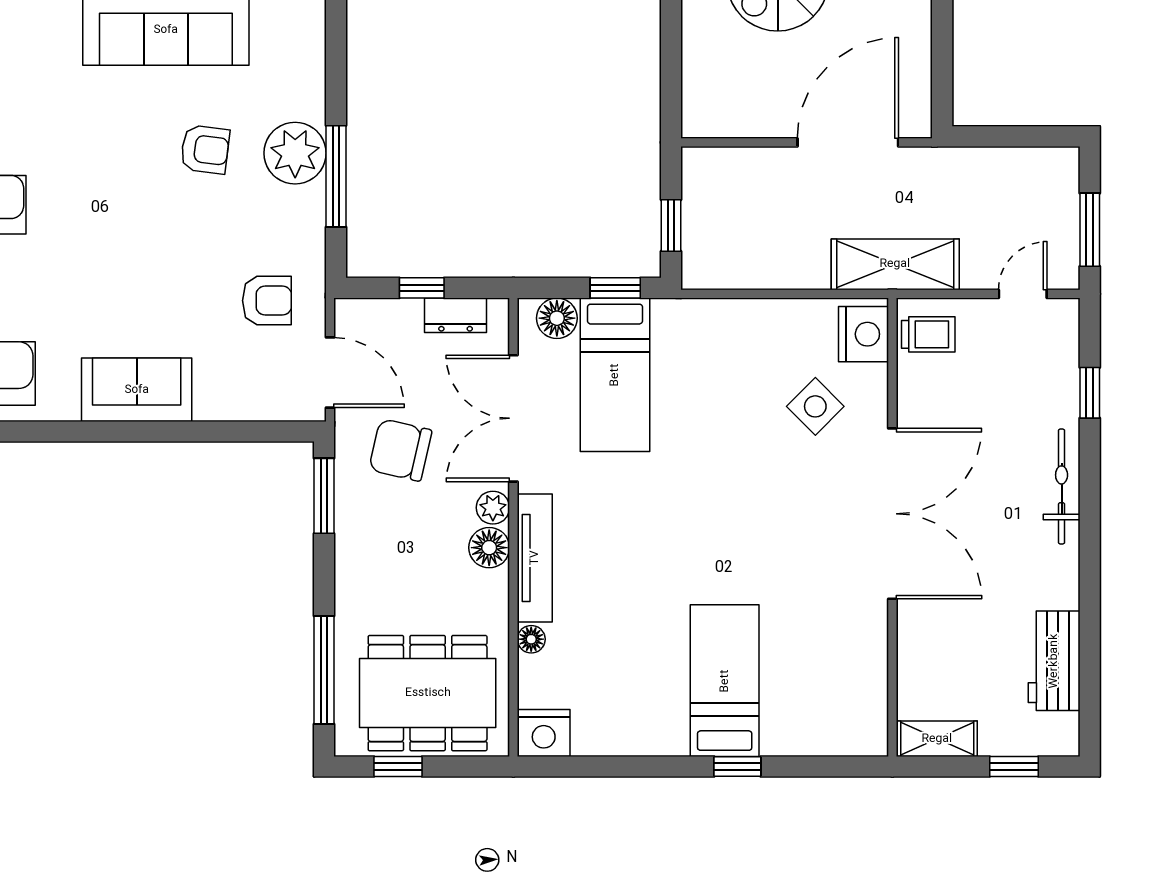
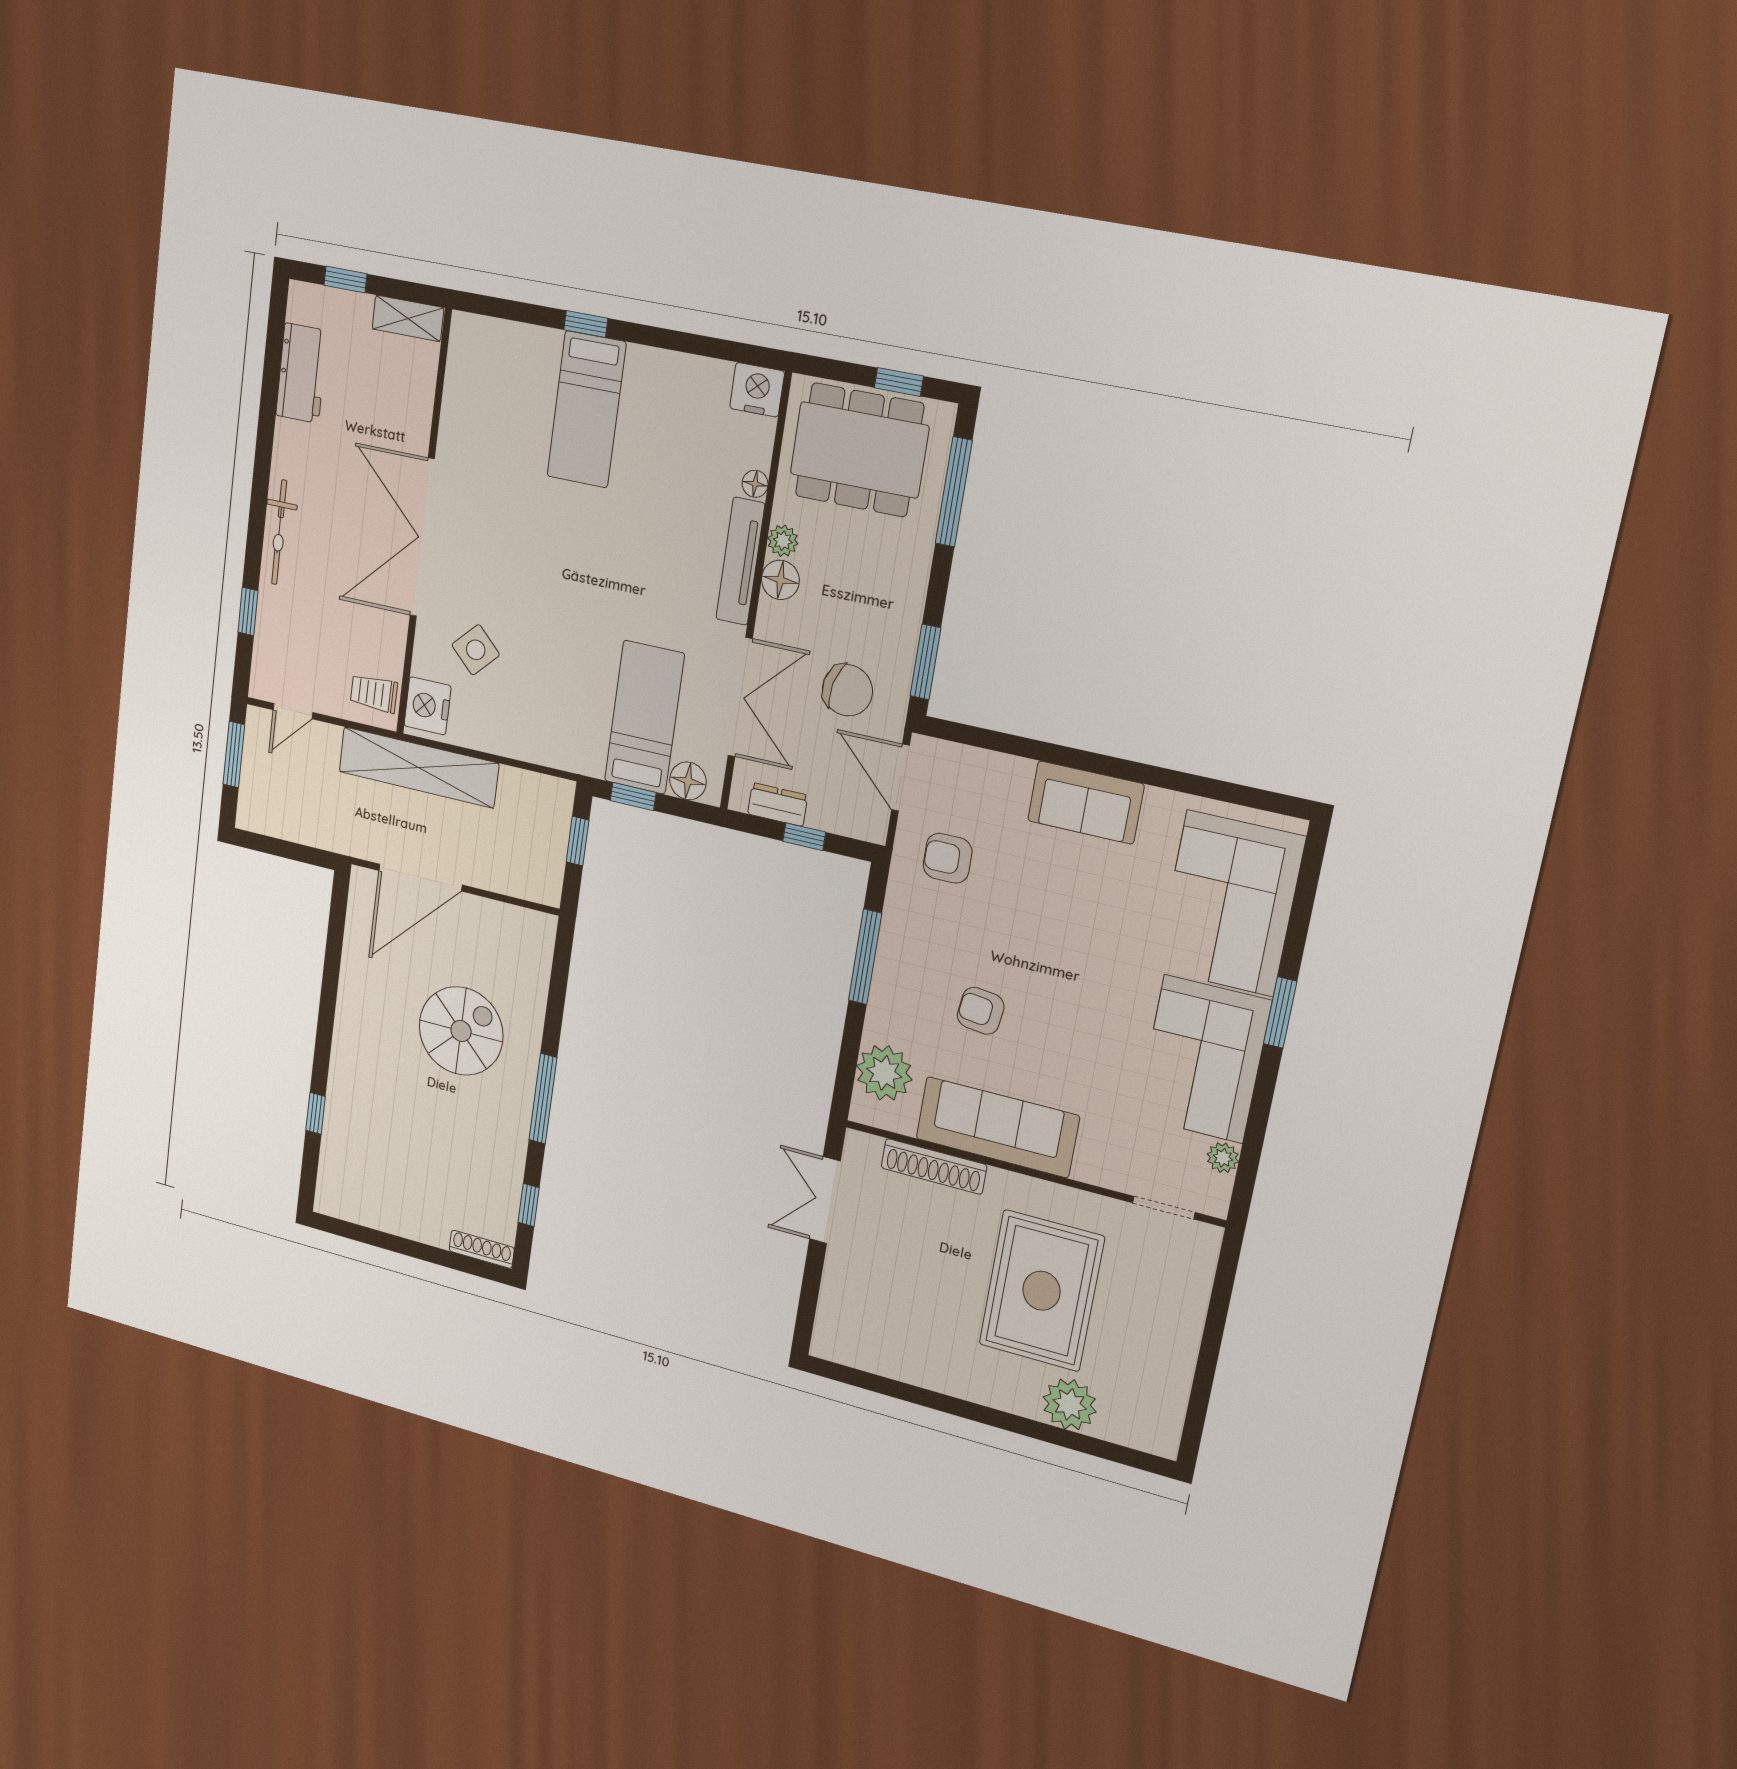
plant: (295, 153) -> (884, 1073), moved
shelving: (895, 264) -> (419, 767), width x1.47
plant: (493, 508) -> (783, 541), moved

